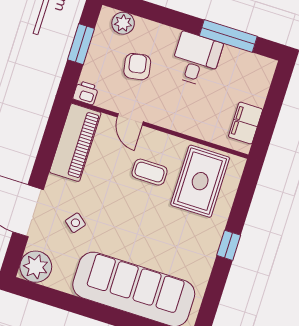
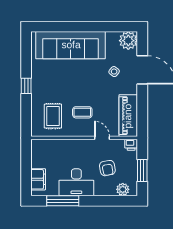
desk: (196, 59) -> (76, 182), width x1.37
filing cabinet: (246, 123) -> (38, 179), moved
rug: (200, 181) -> (53, 116), width x0.73, depth x0.70

